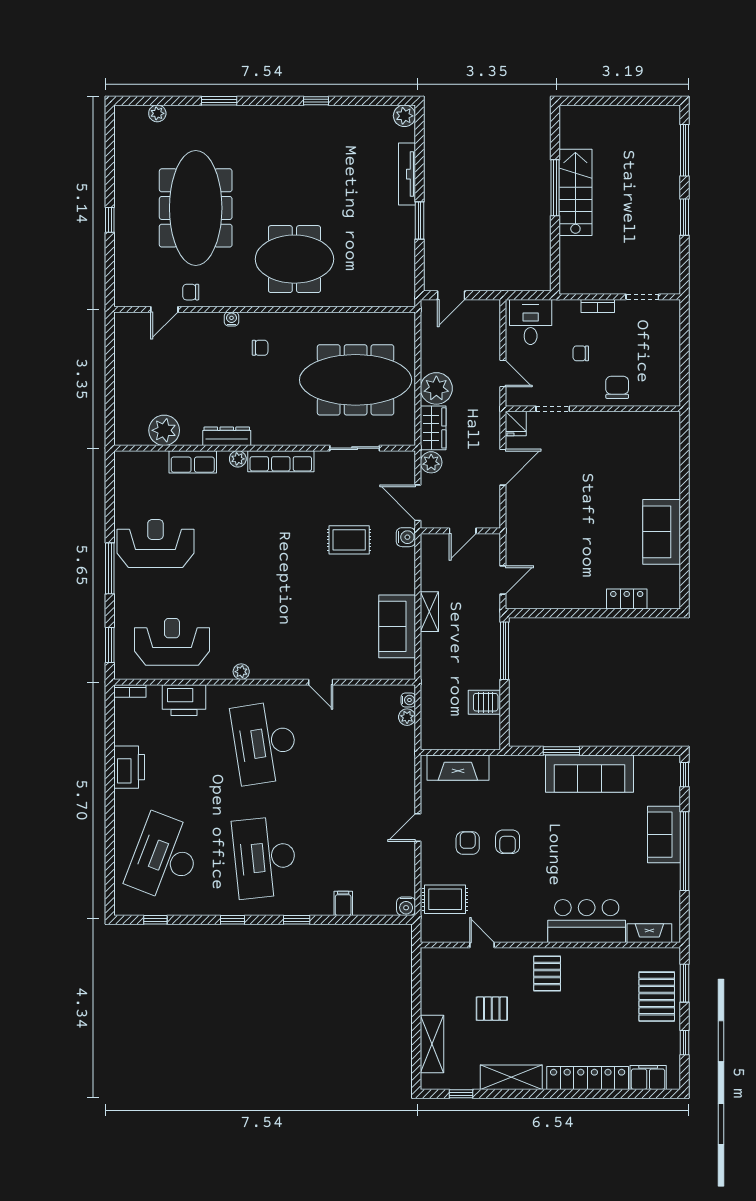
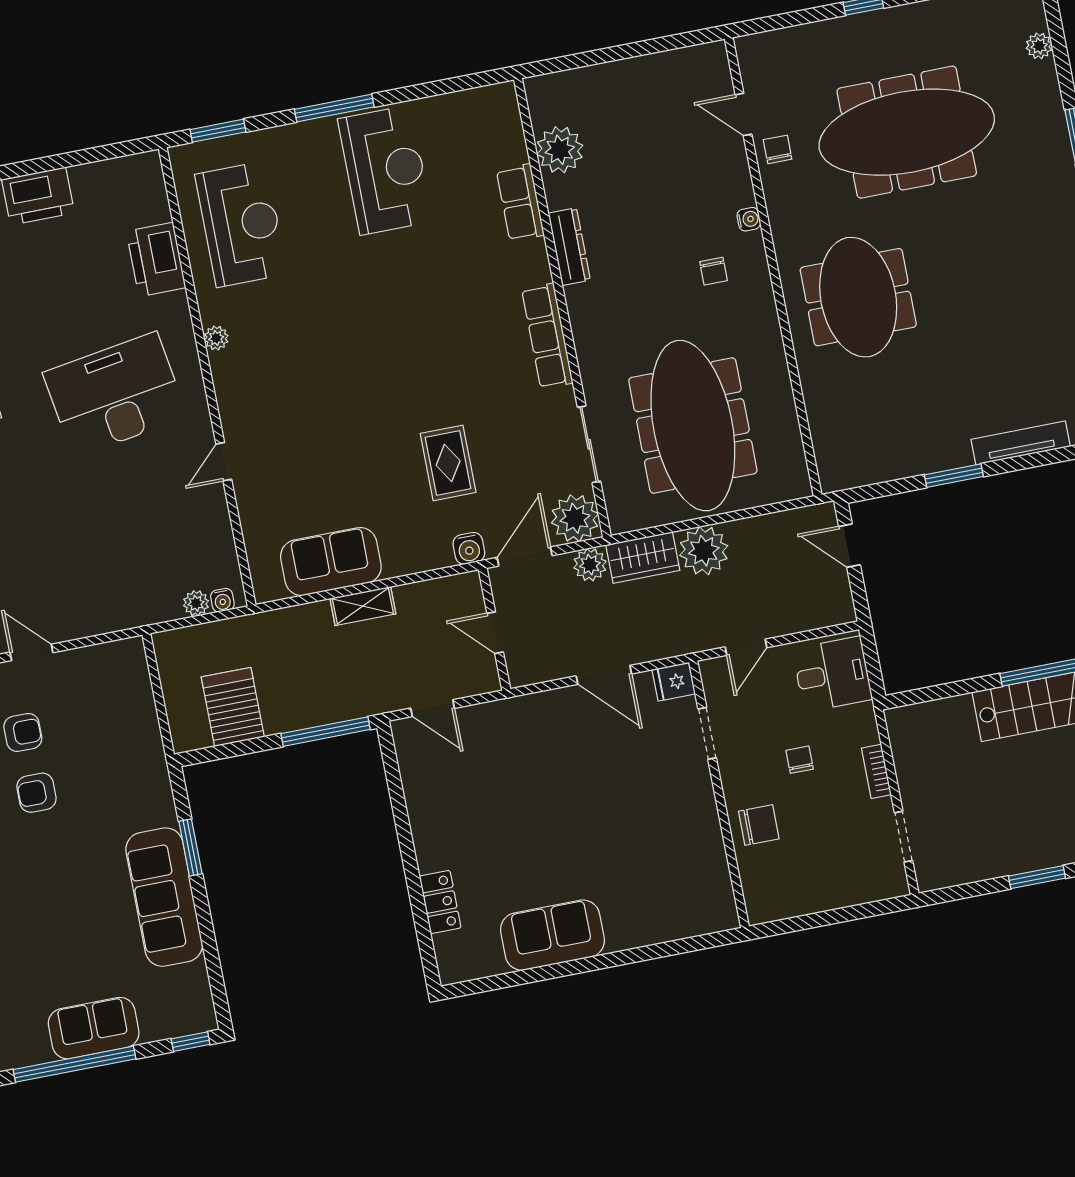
plant: (238, 459) -> (575, 518), moved, width x1.87, depth x1.87
bookcase: (130, 691) -> (154, 175), removed
server rack: (484, 702) -> (233, 707), width x1.36, depth x1.44
fireplace: (458, 768) -> (134, 695), removed

